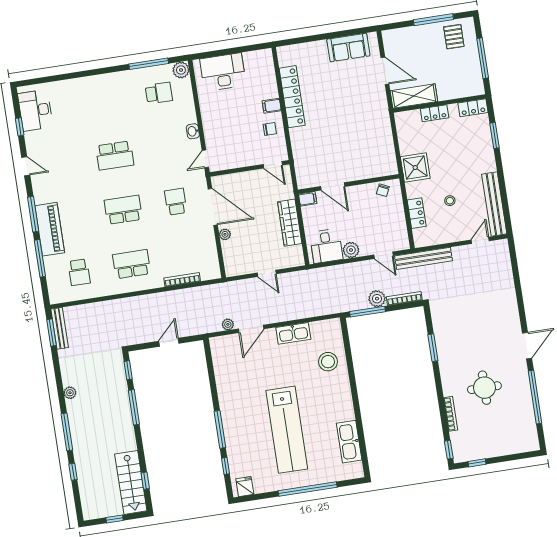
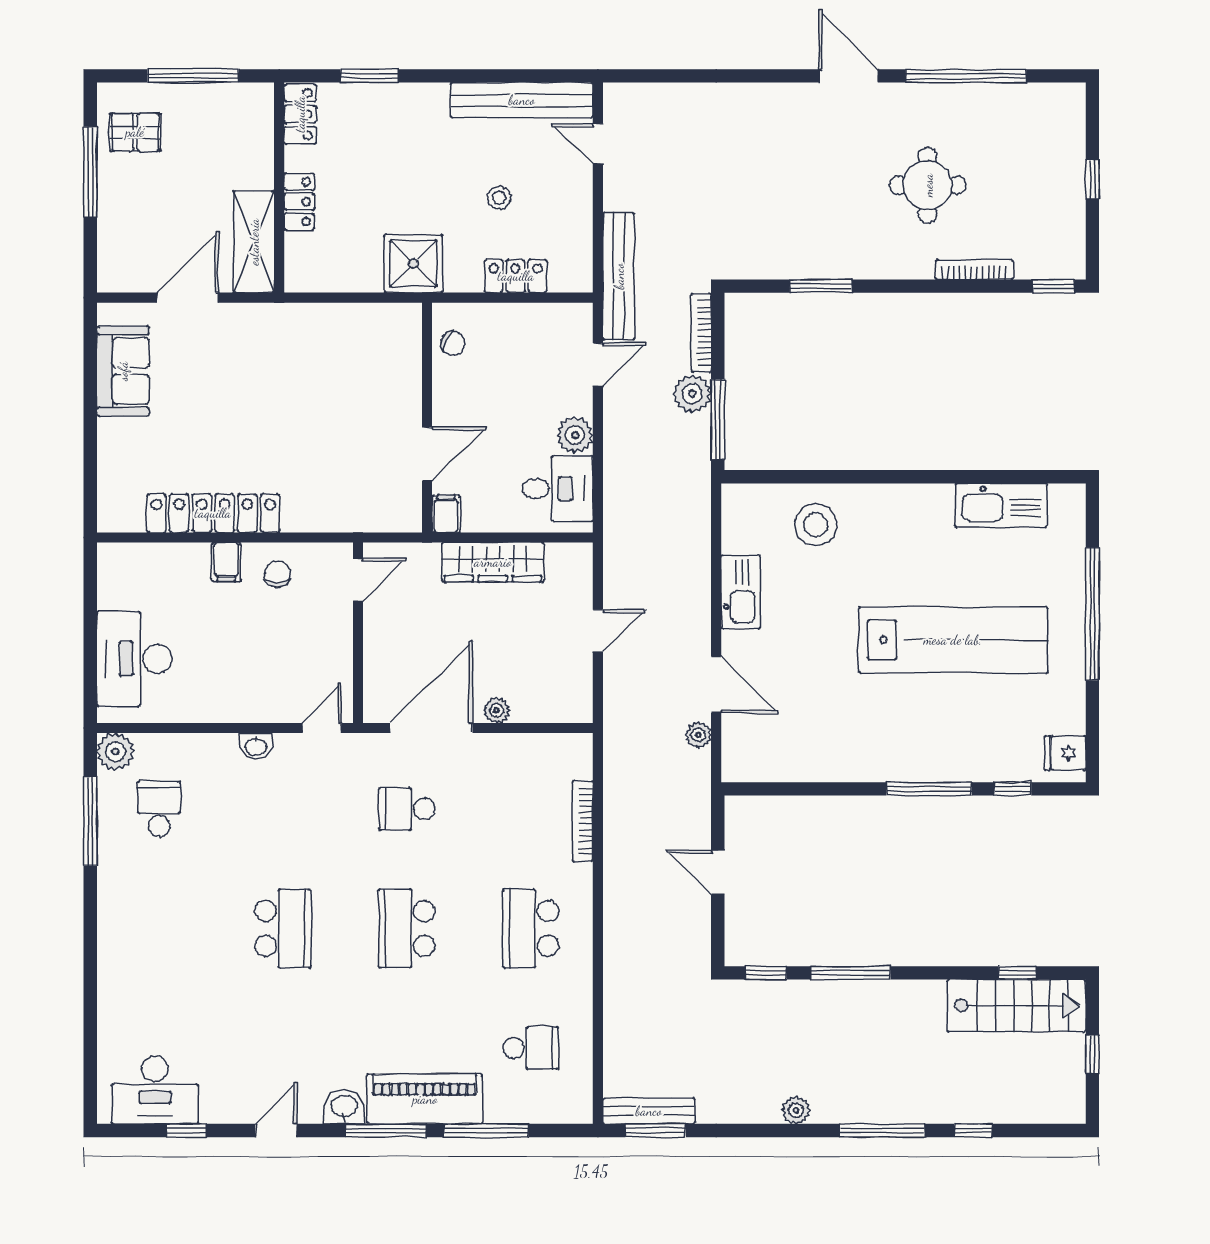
door: (205, 159) -> (322, 728), swing flipped
washbasin: (41, 194) -> (344, 1107), added
window: (477, 463) -> (1092, 179), moved

